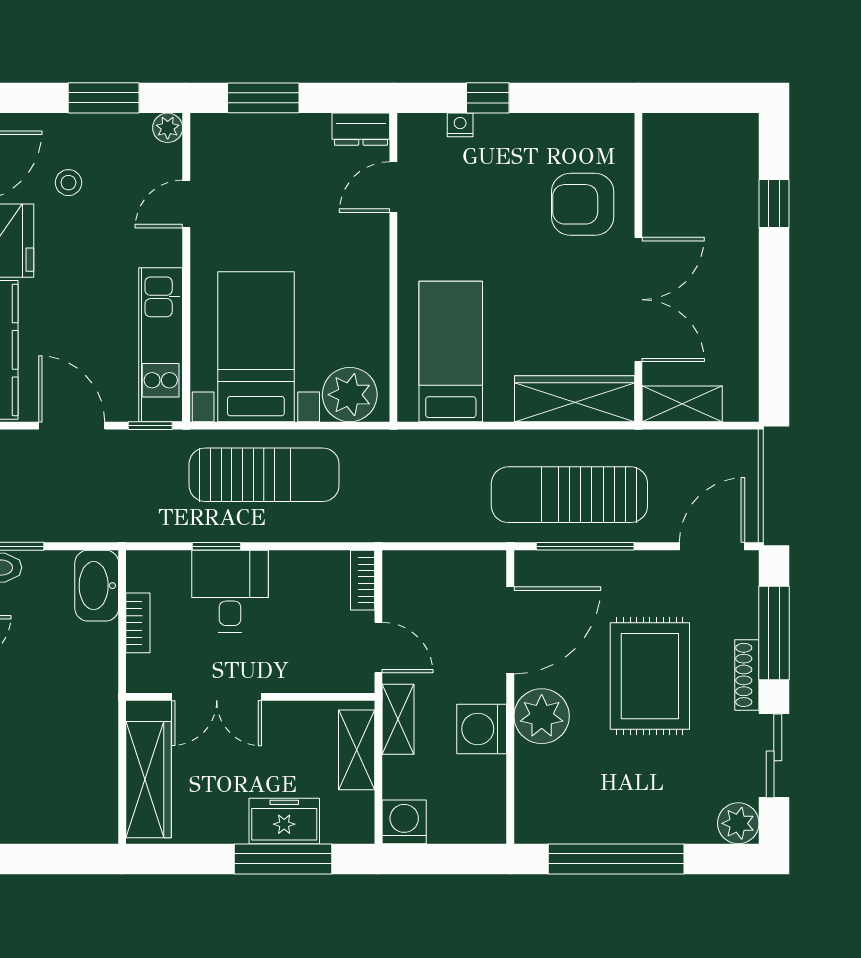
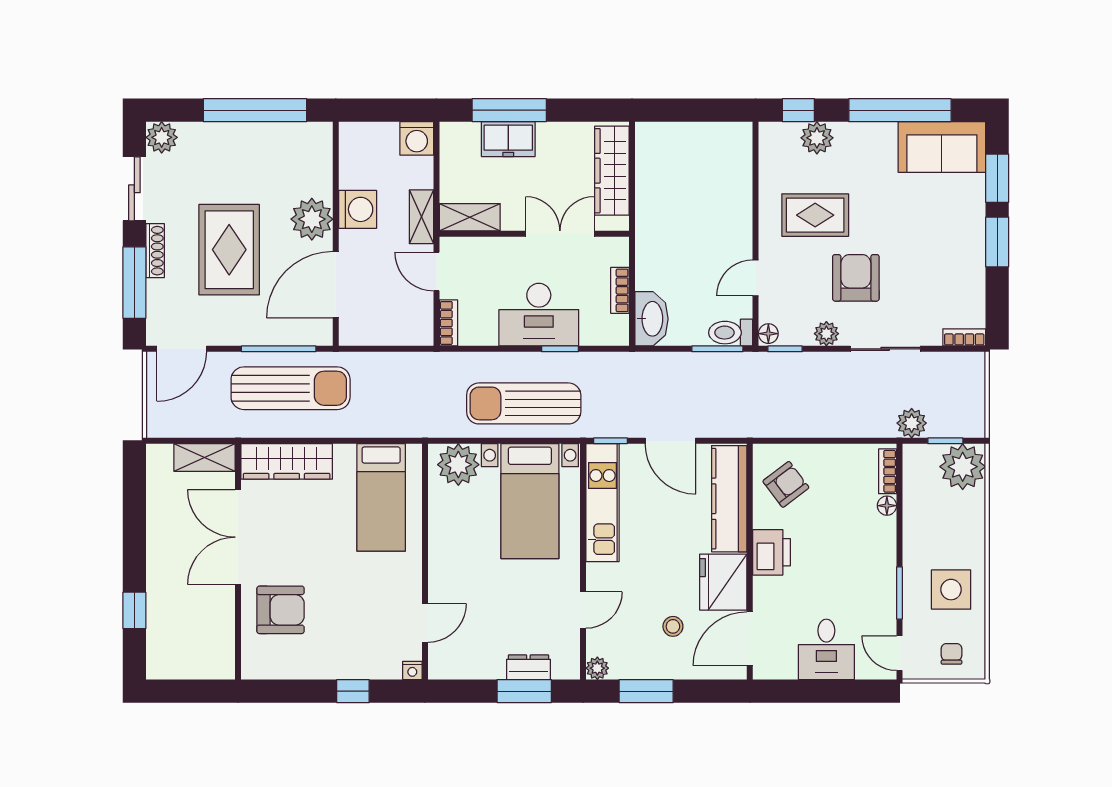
nightstand: (460, 125) -> (412, 670), moved
dresser: (361, 129) -> (528, 667), moved
desk: (230, 591) -> (539, 315), width x1.37
shelving: (357, 750) -> (470, 217), moved, turned 90

